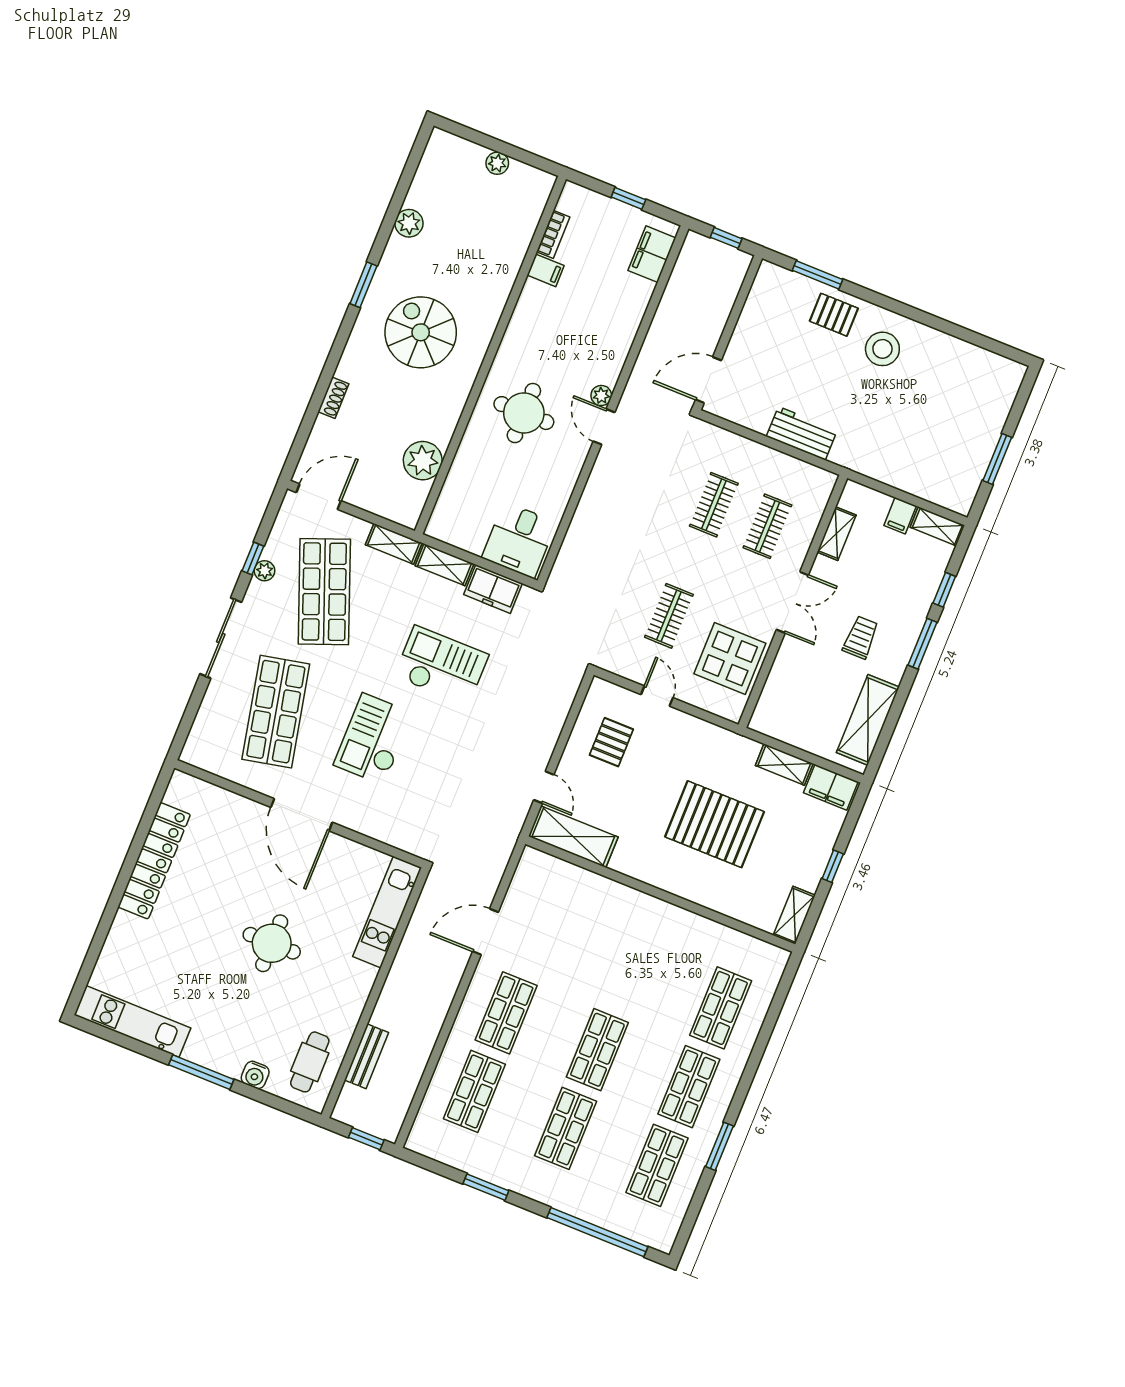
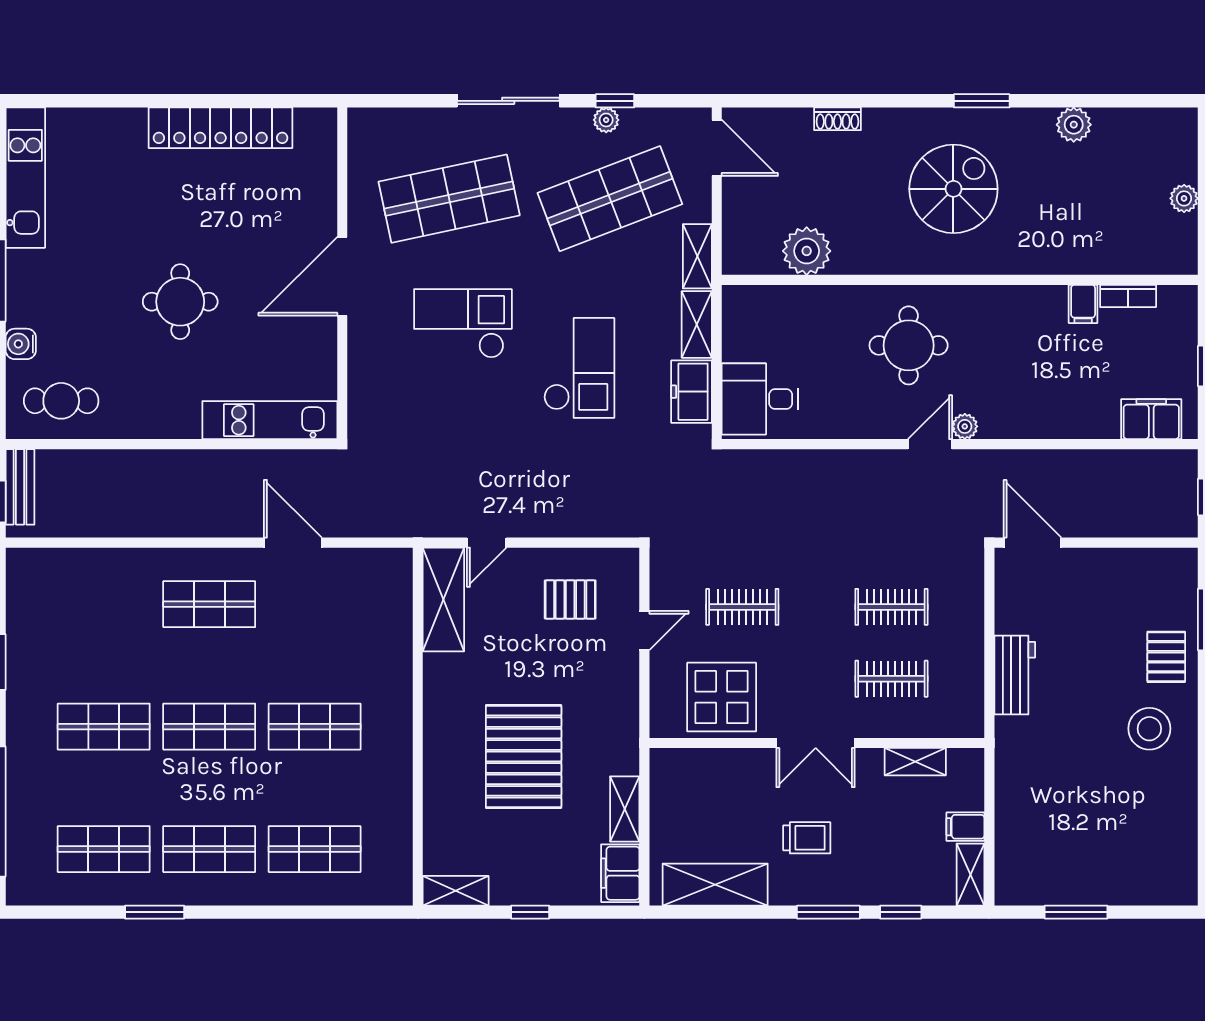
bench: (366, 1056) -> (20, 487), moved, turned 90
shop shelf: (474, 1091) -> (315, 727), moved

